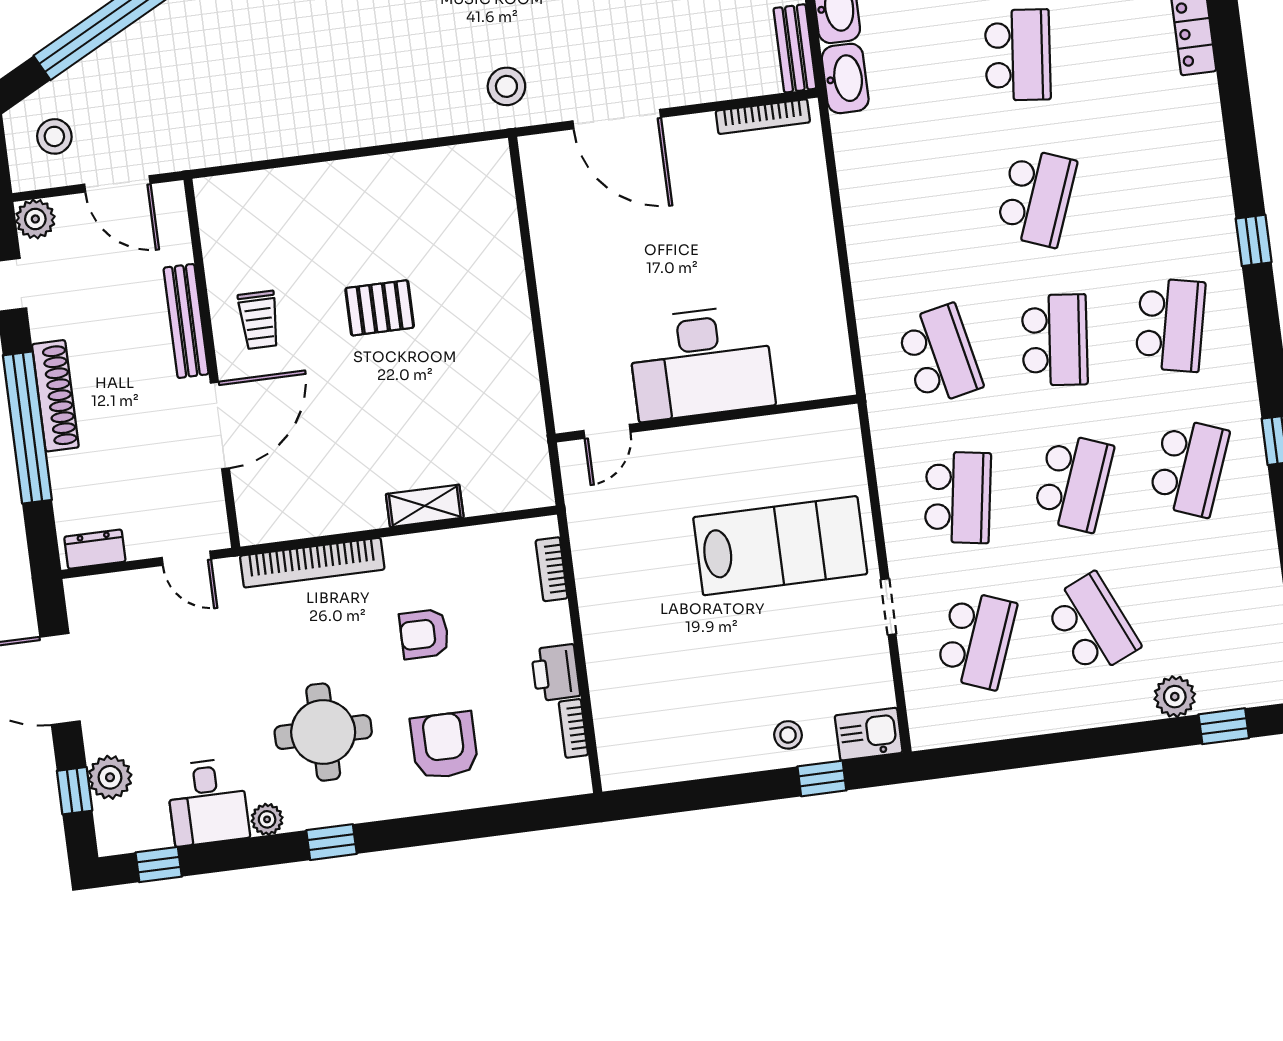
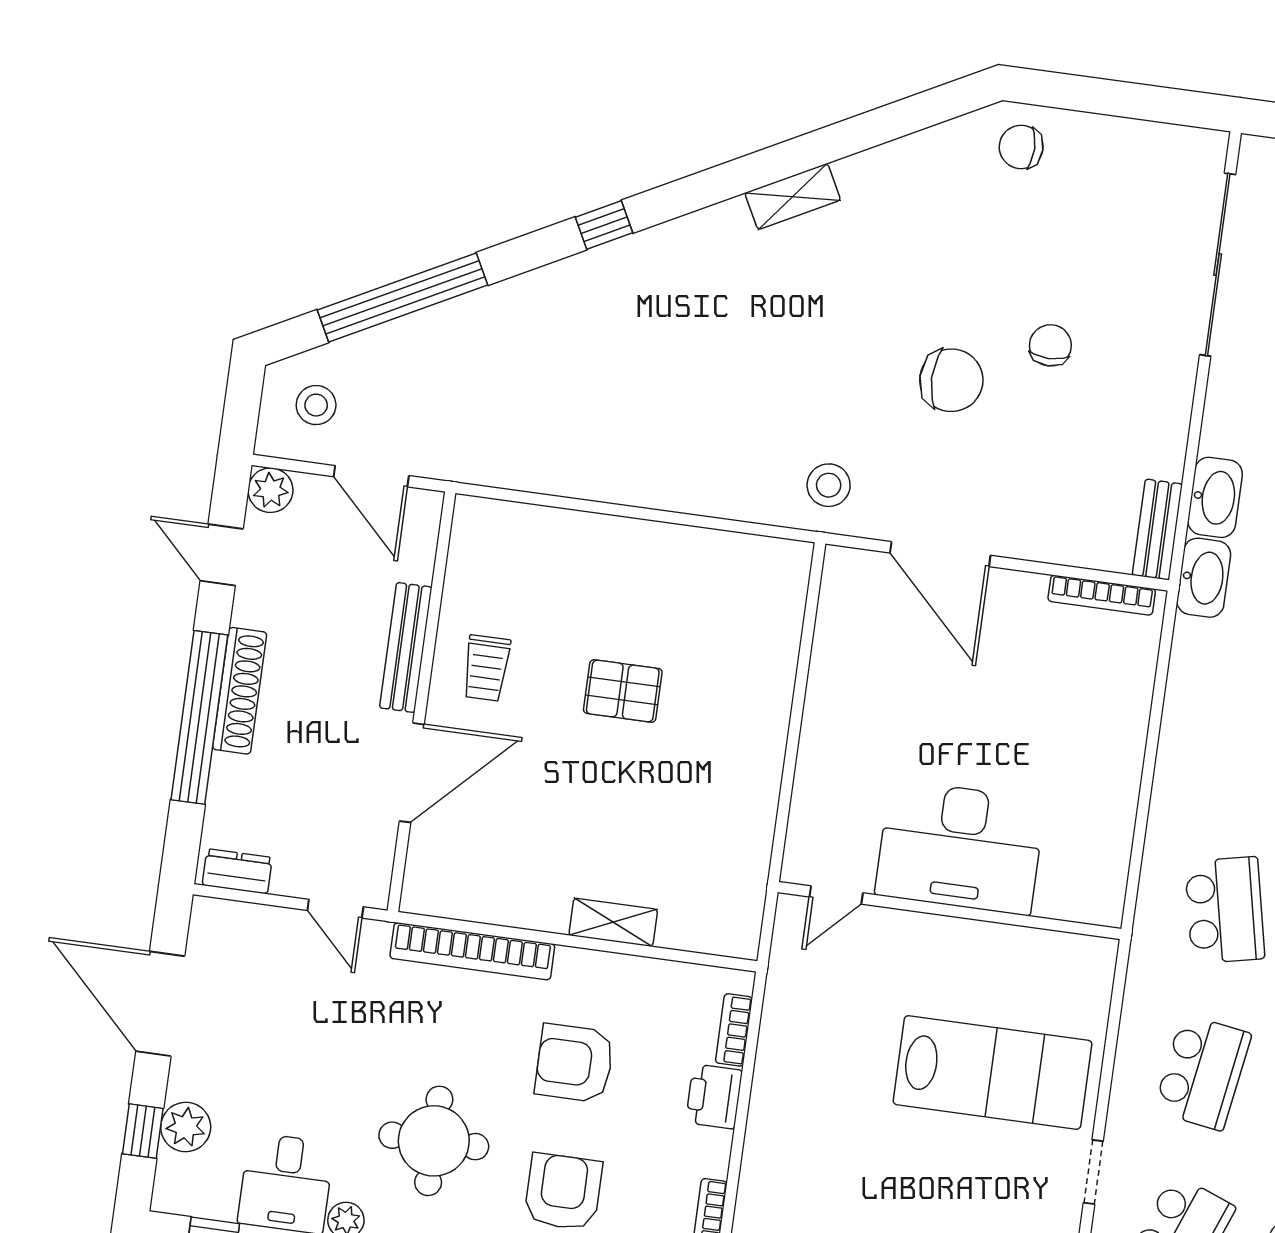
armchair: (424, 634) -> (574, 1063), width x1.38, depth x1.38
printer: (556, 673) -> (714, 1096), moved

